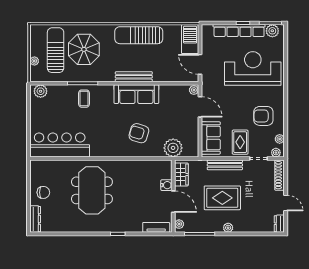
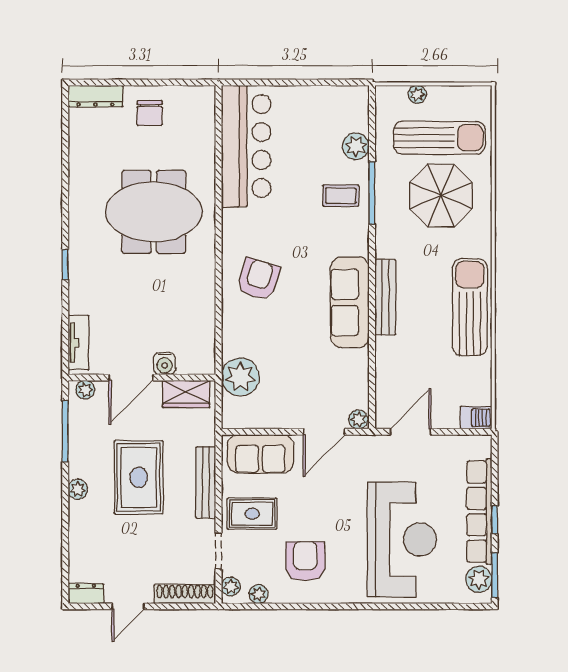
barbecue: (190, 39) -> (476, 418), width x0.53, depth x0.65
plant: (41, 91) -> (356, 146), moved
armchair: (139, 133) -> (258, 279), moved

